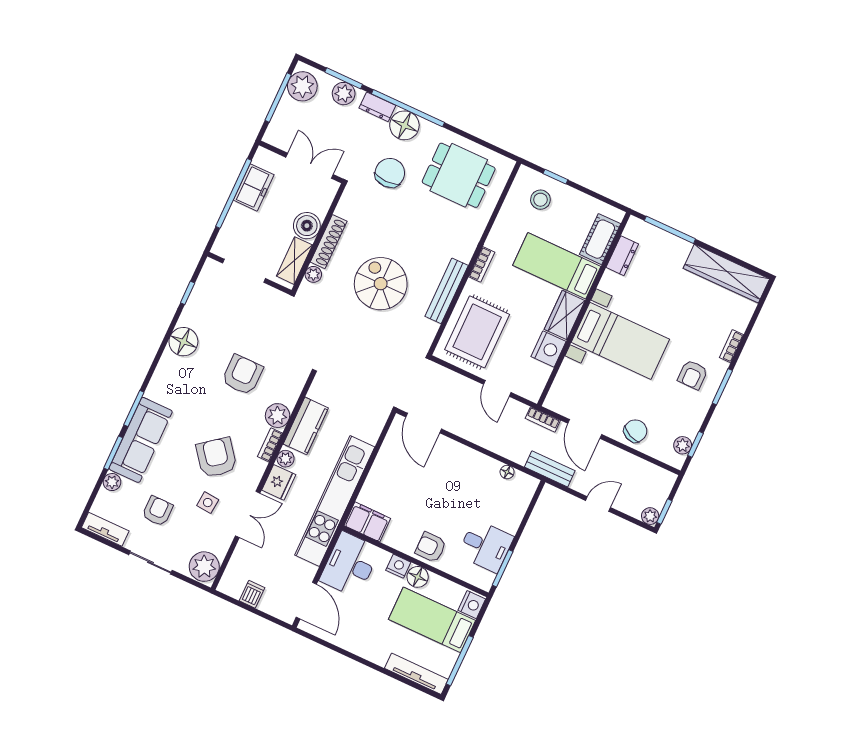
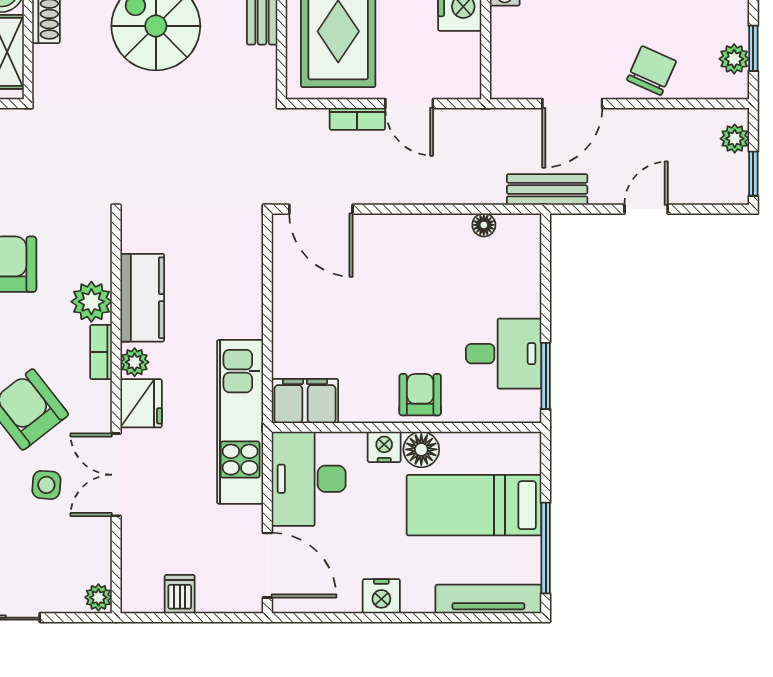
plant: (313, 274) -> (46, 60), removed
bookcase: (543, 419) -> (357, 119), moved
door: (585, 429) -> (572, 104), hinge flipped
kitchen unit: (335, 501) -> (240, 422), width x0.73
double door: (248, 514) -> (116, 475), swing flipped
plant: (650, 516) -> (735, 139), moved
armchair: (431, 547) -> (420, 395), turned 90
plant: (204, 567) -> (98, 597), width x0.53, depth x0.53
nightstand: (472, 605) -> (381, 596), moved, turned 90

